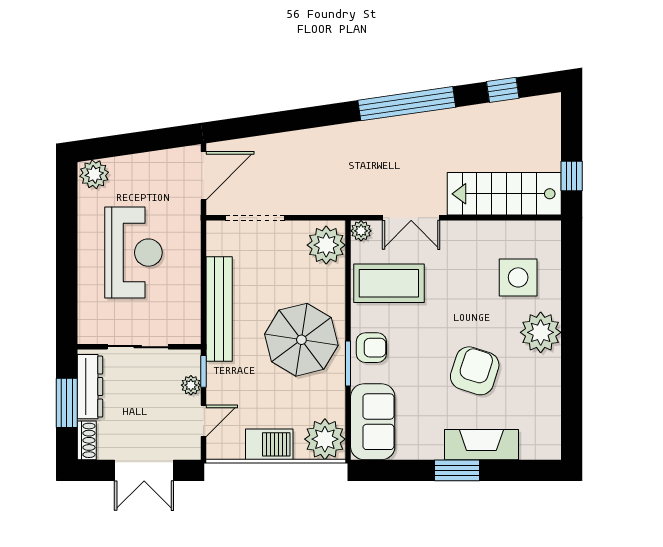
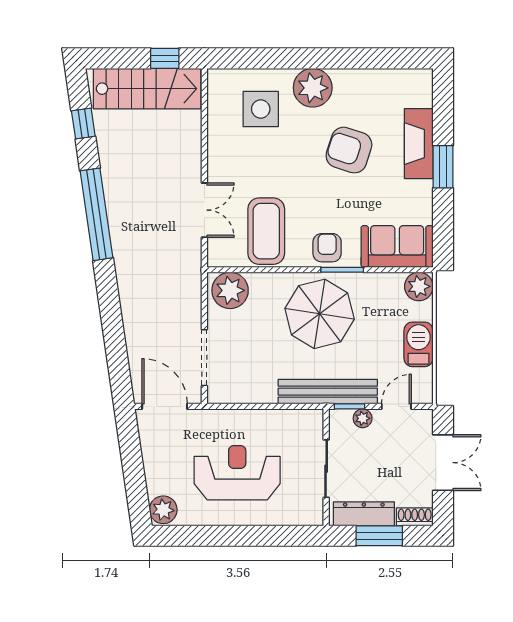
stairs: (504, 194) -> (147, 89), moved, turned -90
plant: (361, 231) -> (217, 258), removed
bench: (219, 309) -> (328, 392), moved
door: (203, 421) -> (396, 406), hinge flipped
plant: (325, 439) -> (419, 286), width x0.73, depth x0.73

